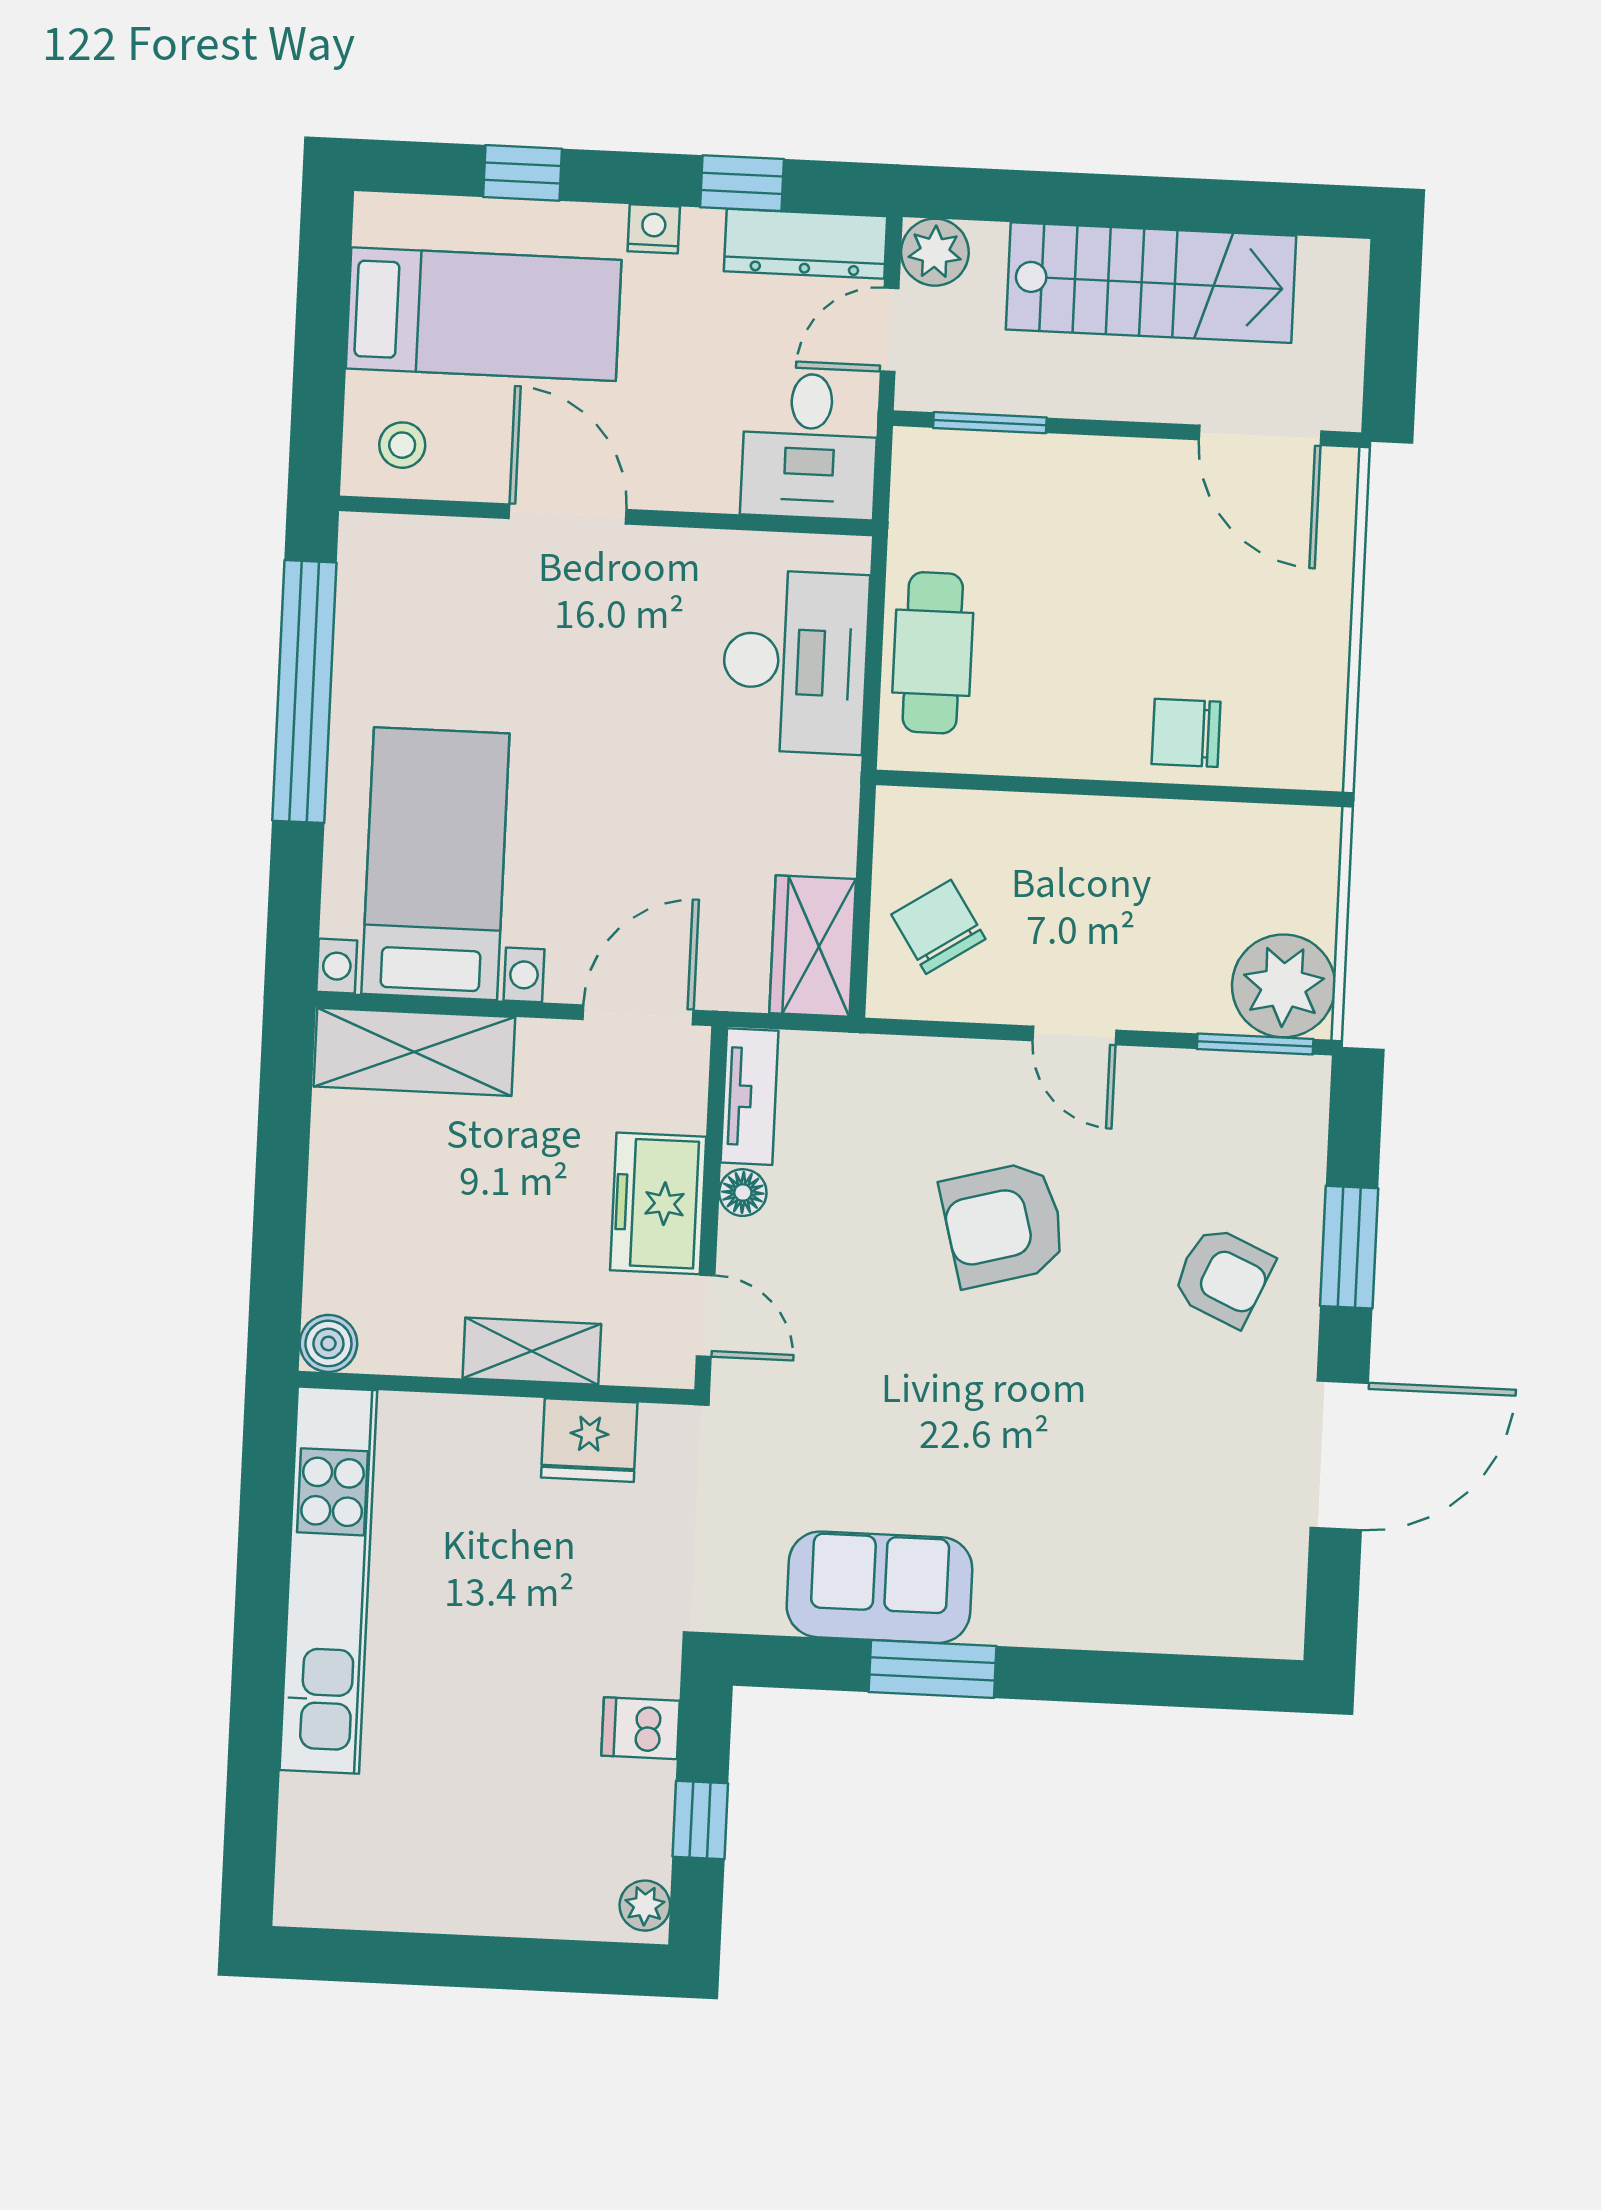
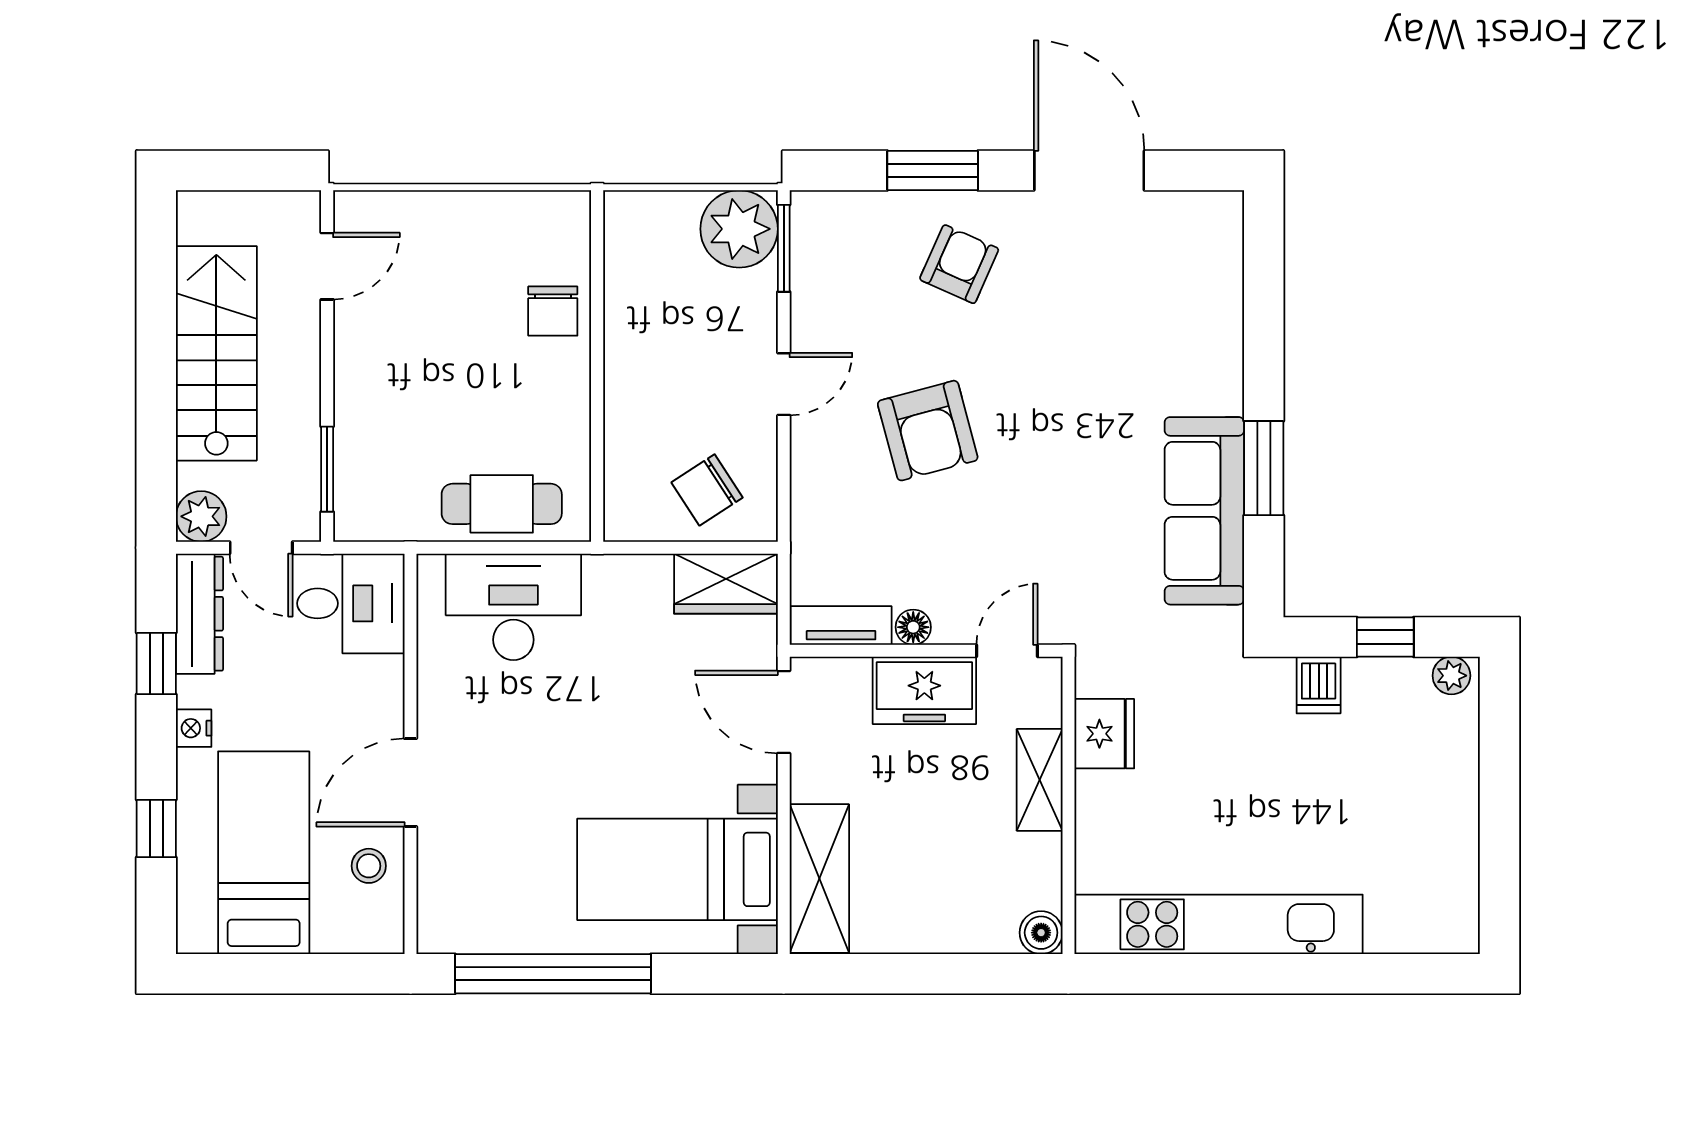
door: (1260, 435) -> (327, 266), width x0.73
stool: (402, 445) -> (369, 866), moved
sofa: (879, 1587) -> (1204, 511), width x1.36

